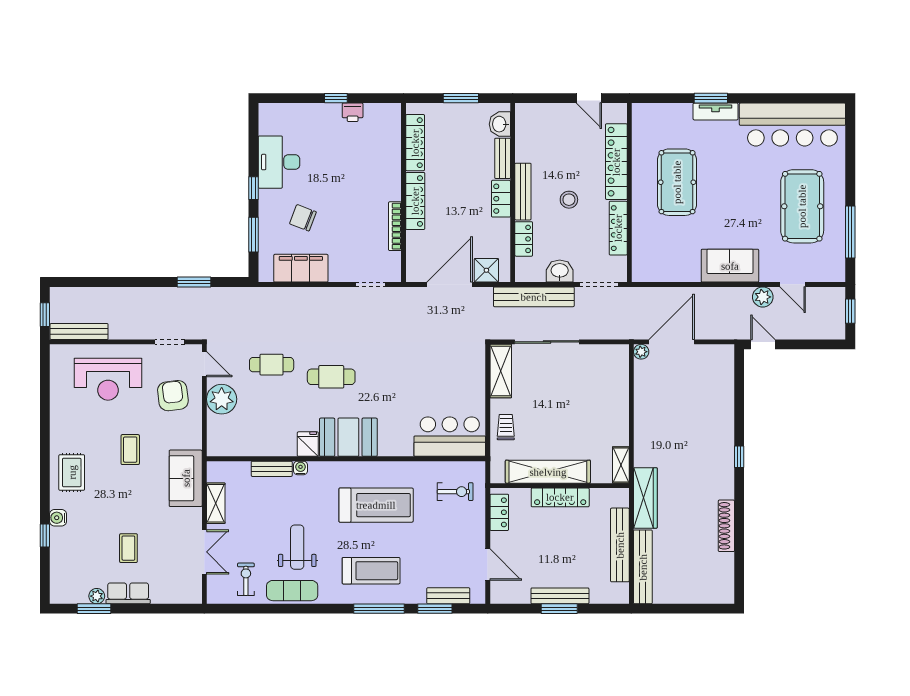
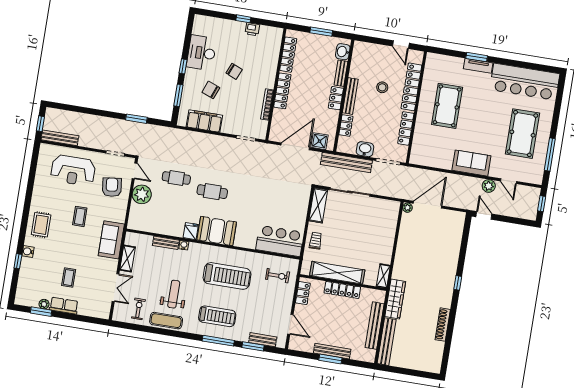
chair: (335, 183) -> (234, 71), added
stool: (569, 200) -> (382, 87), moved

